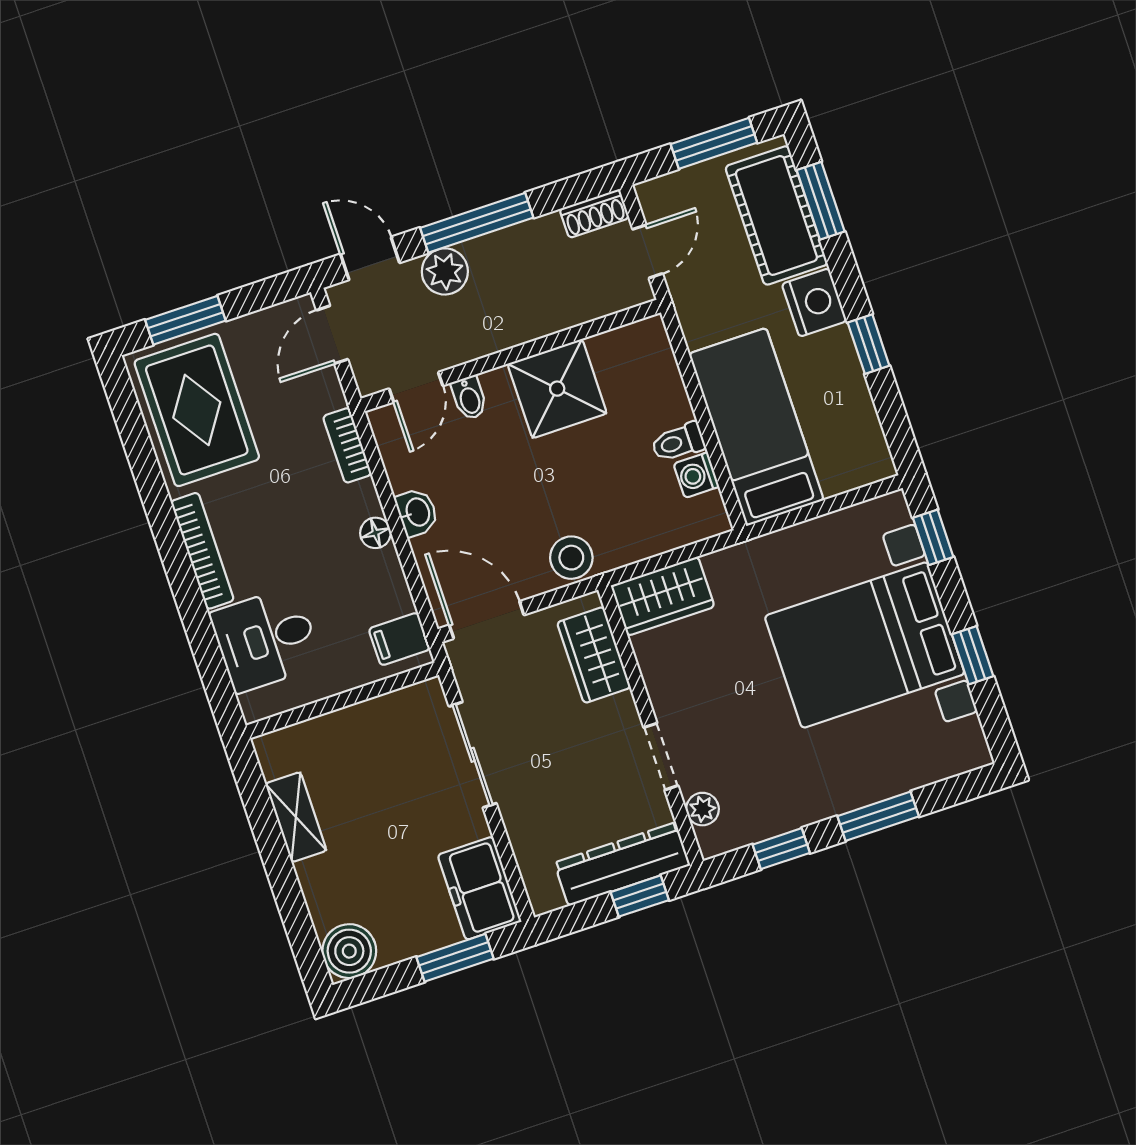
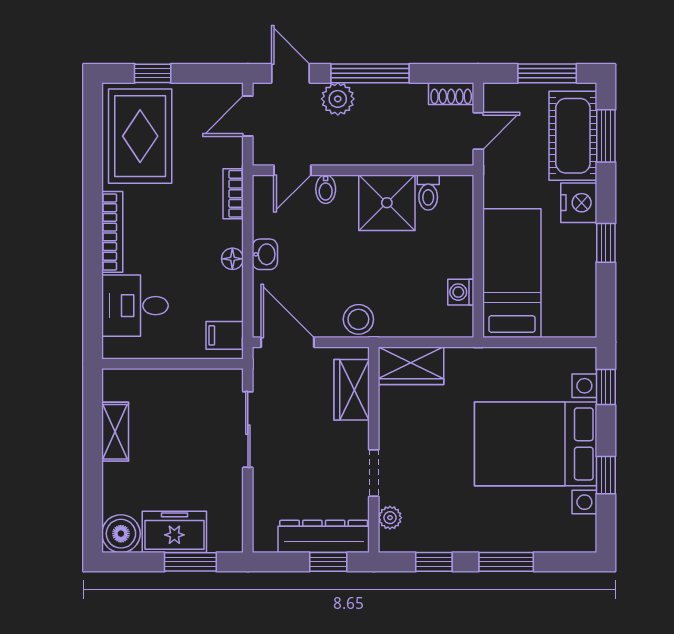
window: (185, 320) -> (153, 73), width x0.67
toilet: (678, 442) -> (428, 192), moved, turned -90
freezer: (479, 888) -> (174, 532), moved, turned 90

